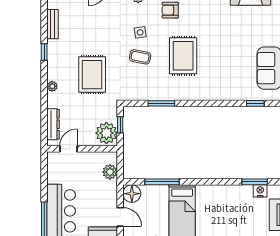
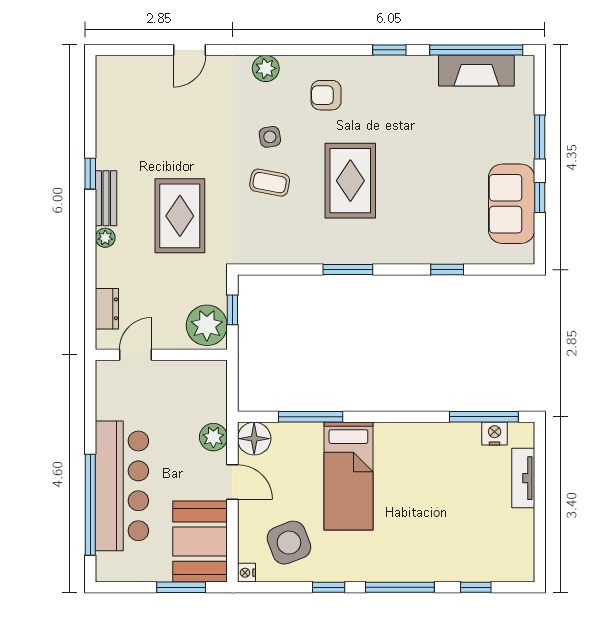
bench: (53, 24) -> (106, 198), moved
window: (161, 103) -> (348, 270), moved
window: (255, 103) -> (447, 270), moved
dresser: (53, 124) -> (107, 309), width x0.70
plant: (110, 172) -> (213, 437), moved
window: (255, 182) -> (484, 417), width x1.44

